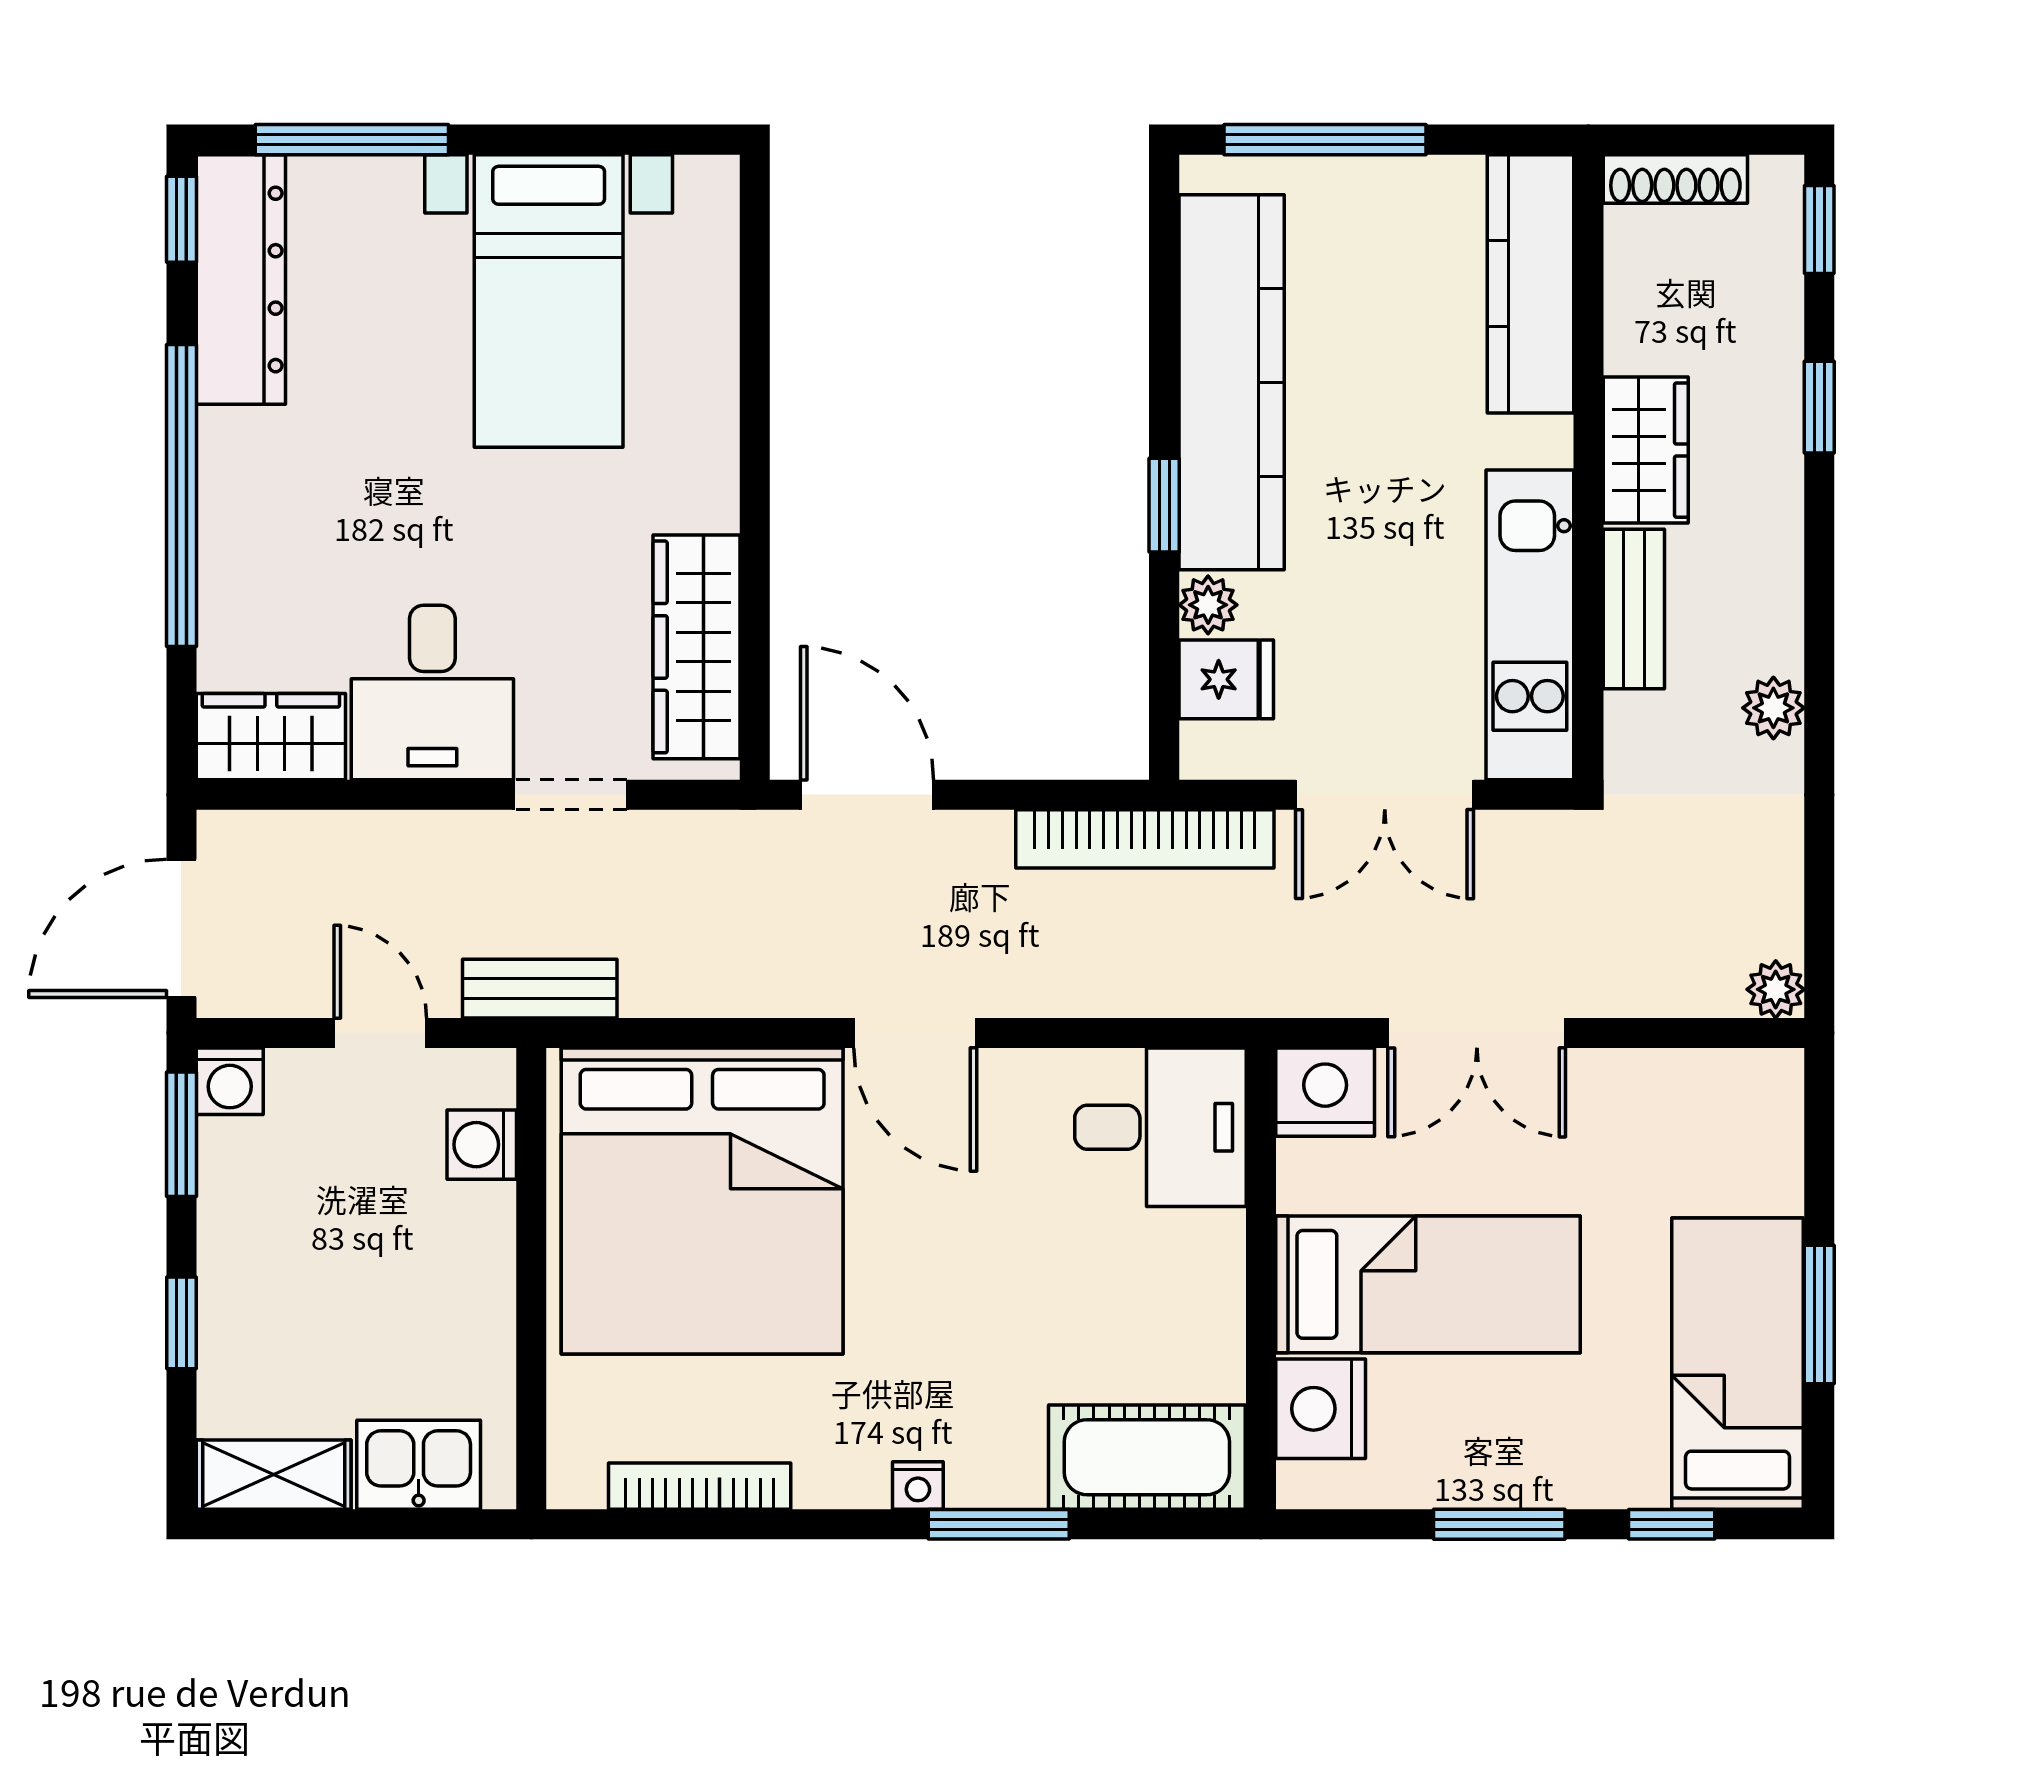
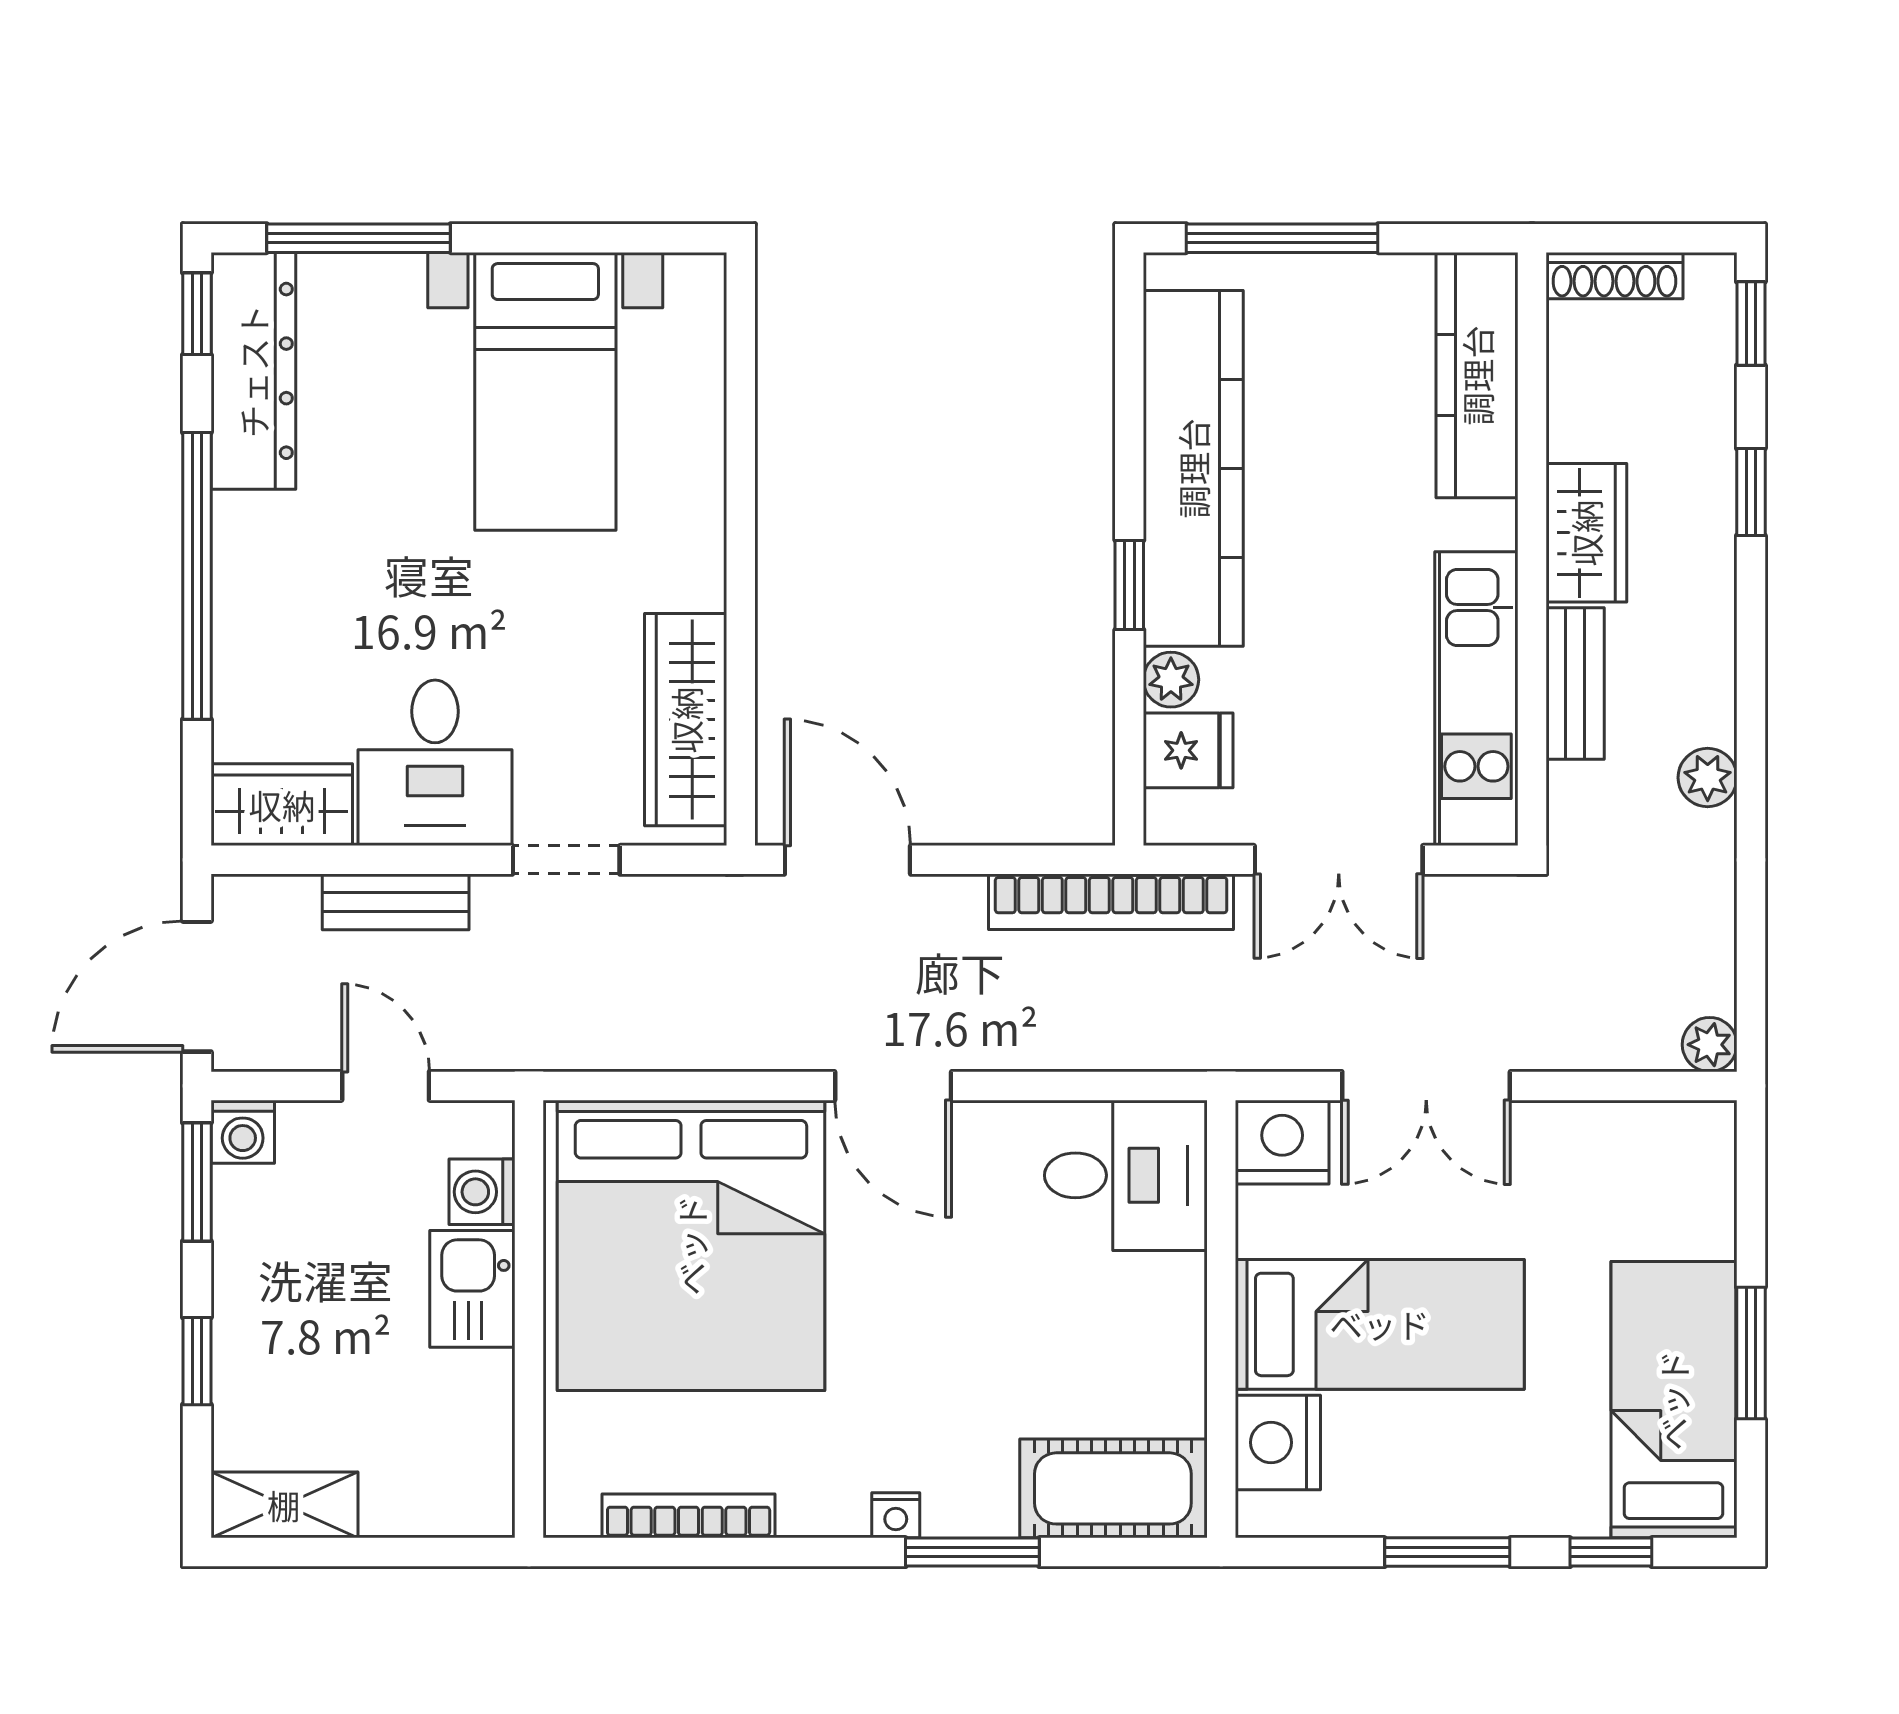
bench: (540, 989) -> (396, 902), moved
kitchen sink: (419, 1465) -> (472, 1289), moved, turned -90

